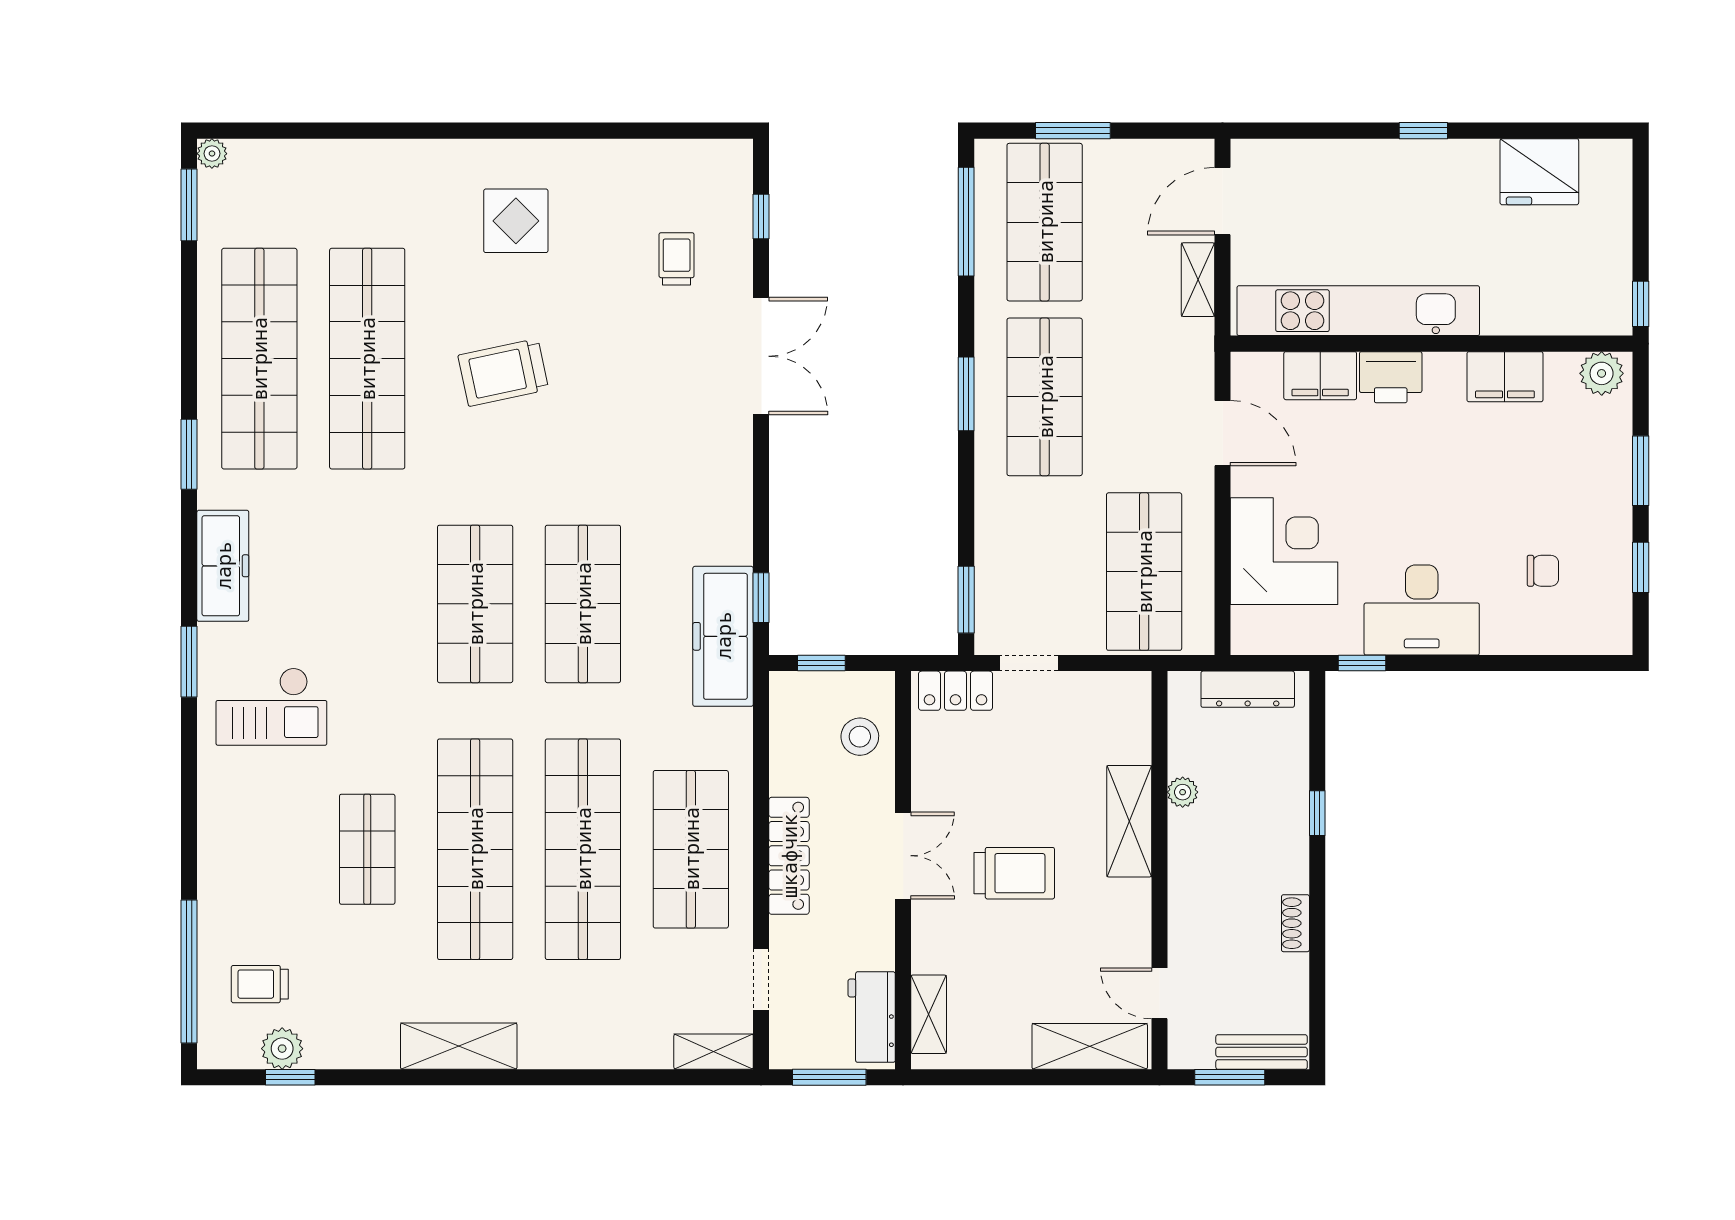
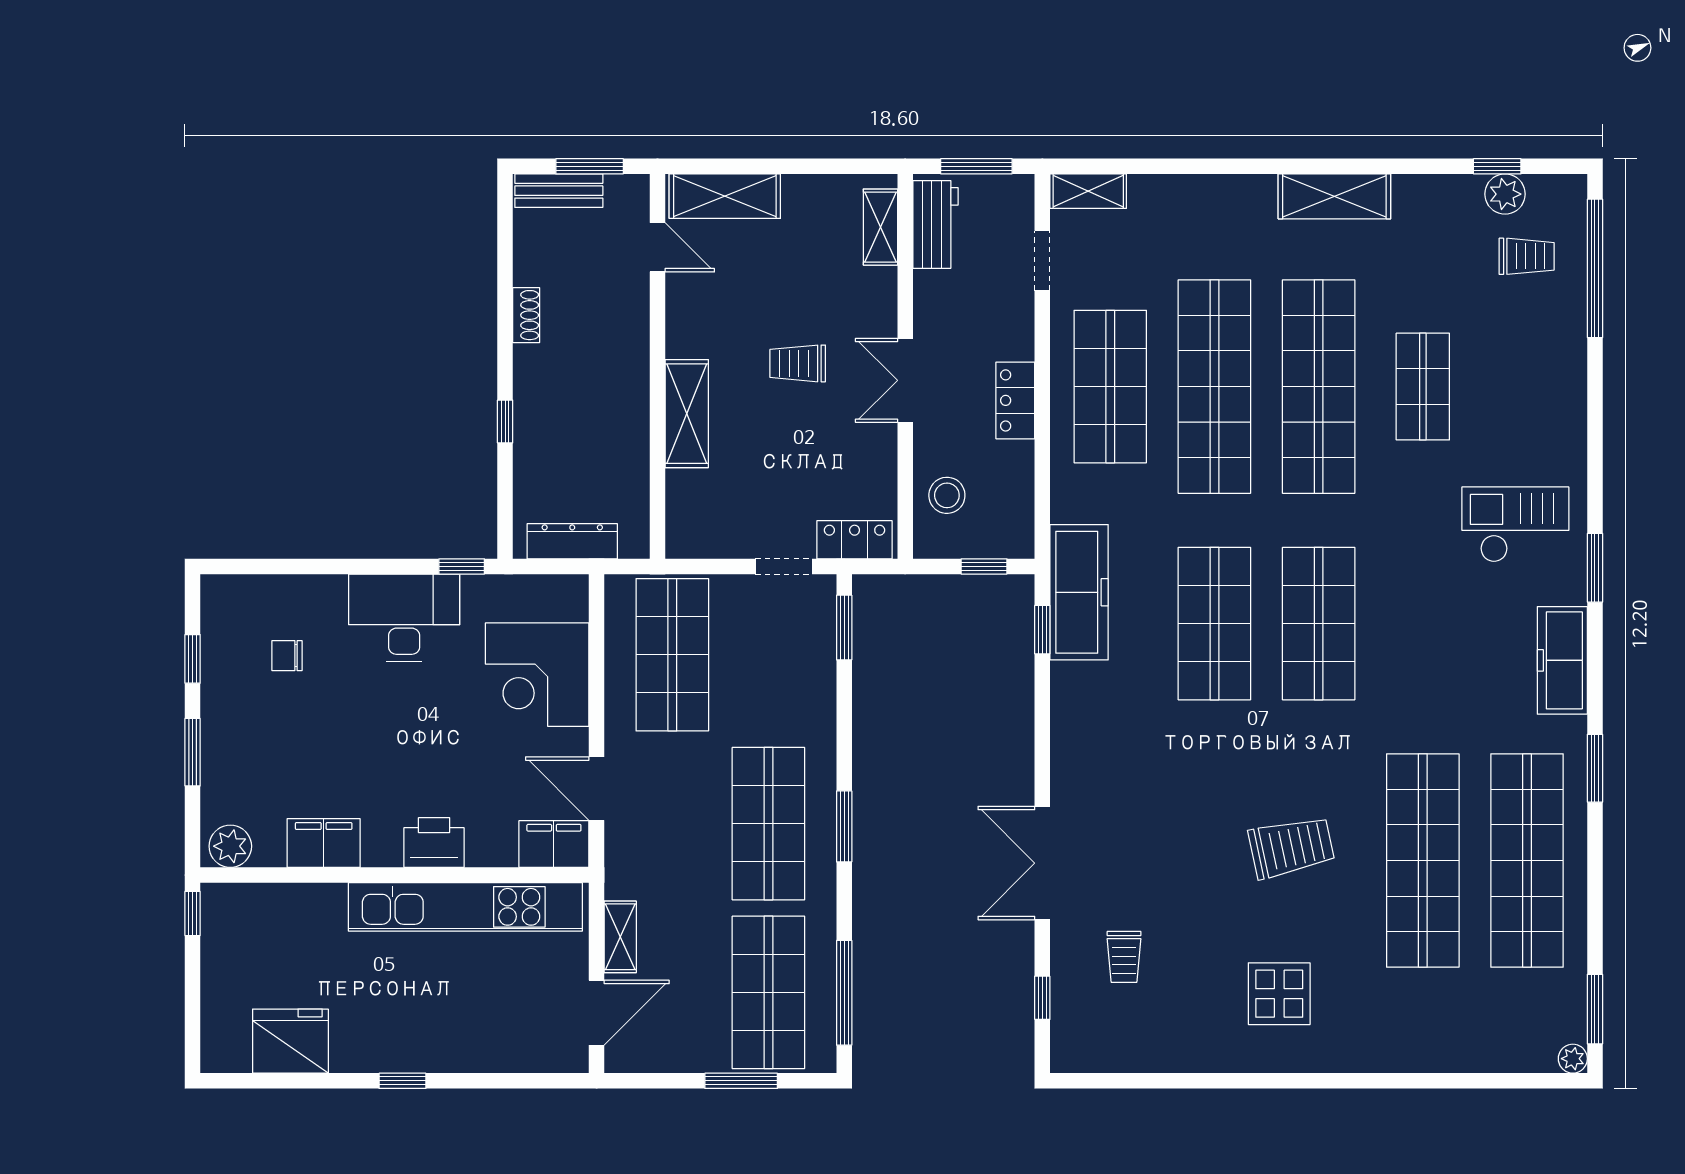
filing cabinet: (1320, 376) -> (554, 844), moved
plant: (1183, 792) -> (635, 442), removed
locker: (789, 856) -> (1015, 400), width x0.66
trolley: (1014, 873) -> (798, 363), width x0.73, depth x0.72

